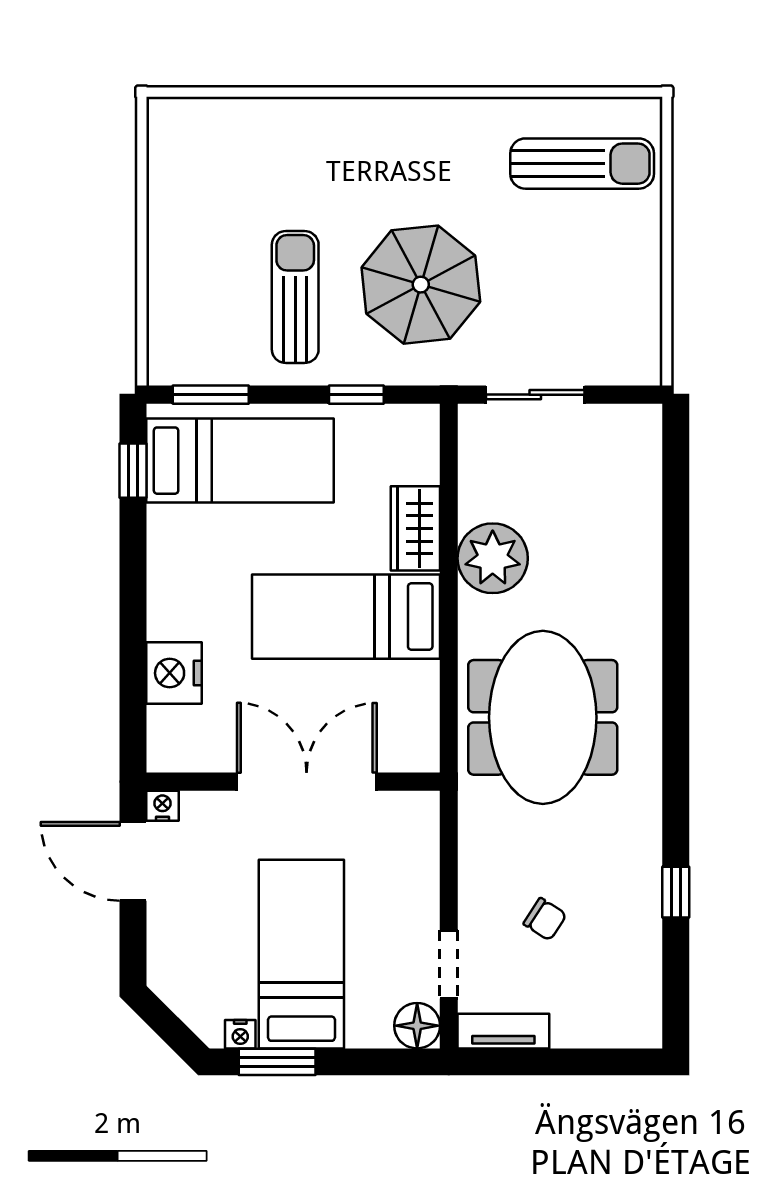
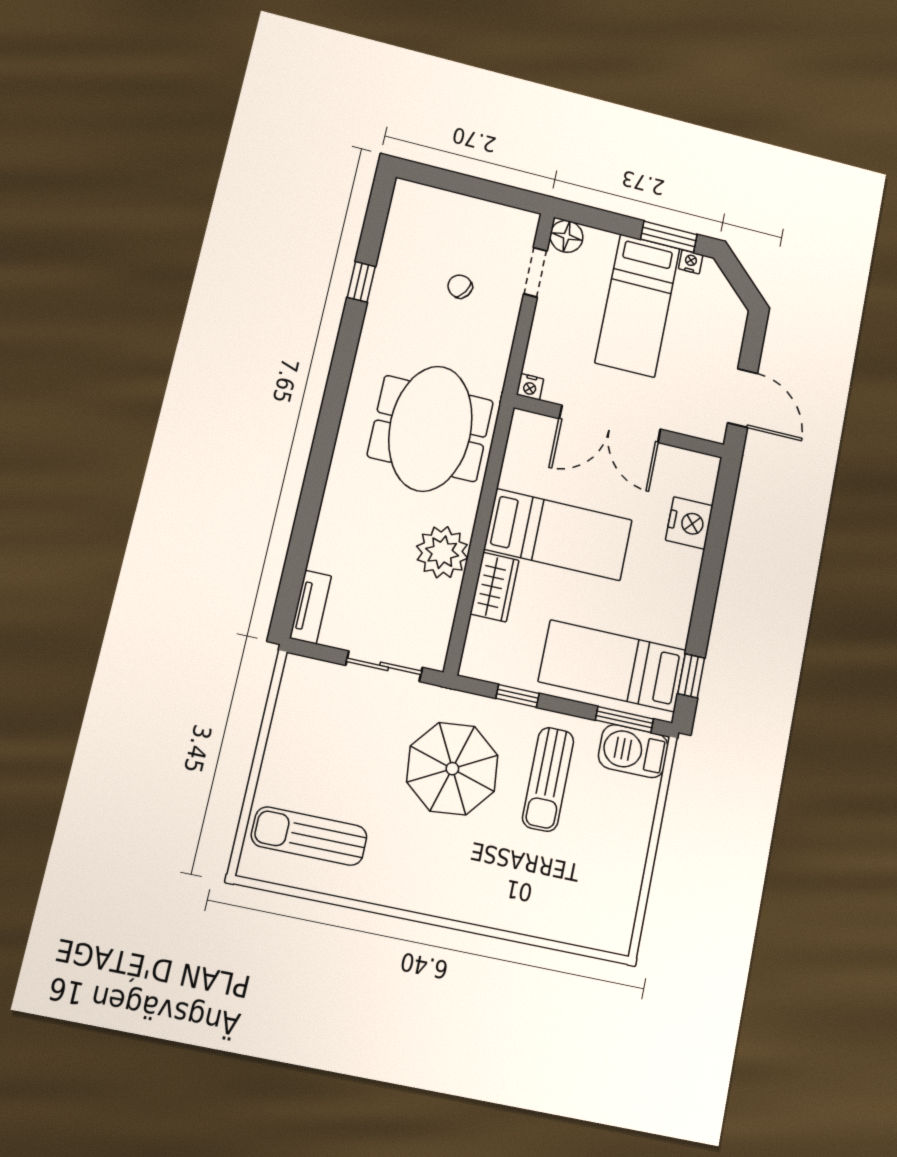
barbecue: (191, 356) -> (633, 751), added
nightstand: (162, 806) -> (530, 387), moved
tv unit: (503, 1031) -> (311, 607), moved, turned -90

